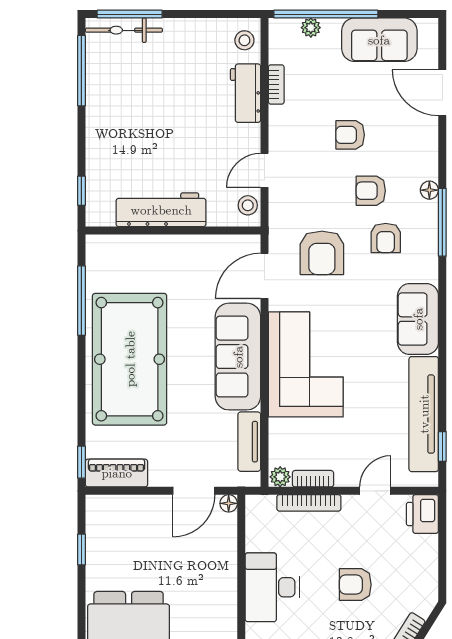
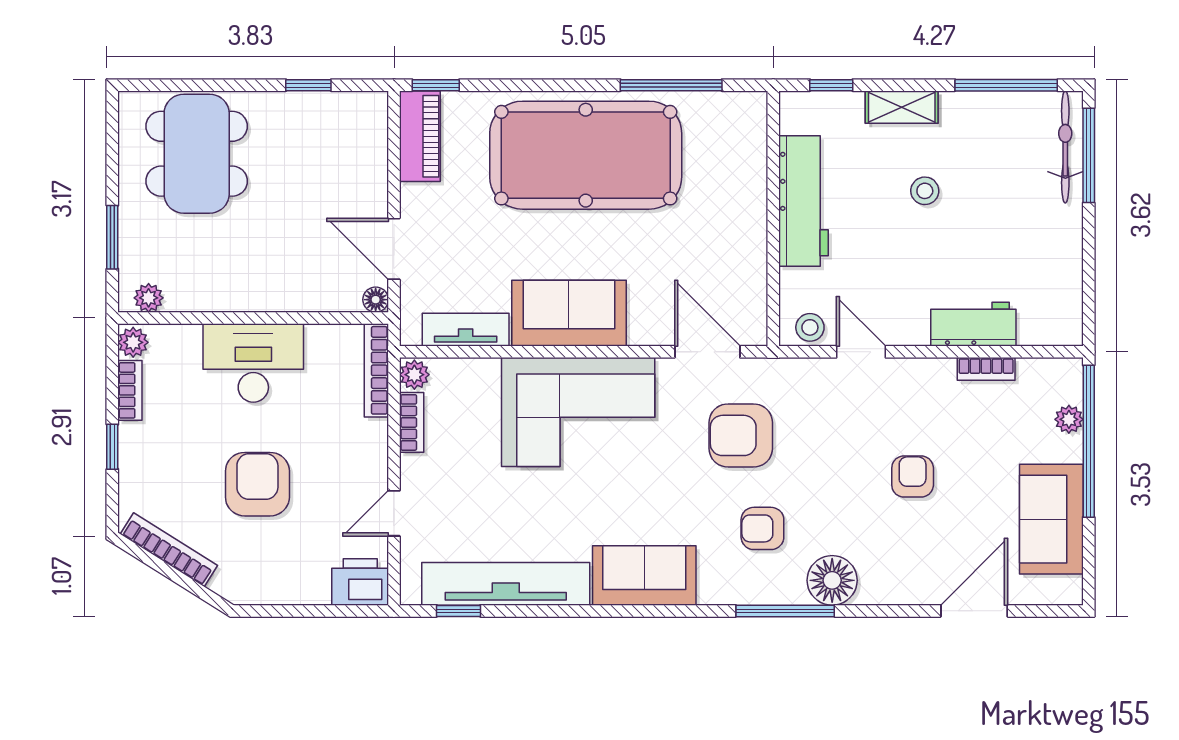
stool: (244, 40) -> (925, 191), moved
shelving: (97, 142) -> (902, 107), added
floor lamp: (429, 190) -> (832, 580), width x1.89, depth x1.89
armchair: (371, 191) -> (831, 507), removed
sofa: (238, 357) -> (569, 313), width x0.73
door: (375, 491) -> (394, 513), swing flipped
bookcase: (309, 503) -> (376, 370), moved
armchair: (355, 585) -> (257, 484), width x1.38, depth x1.38

